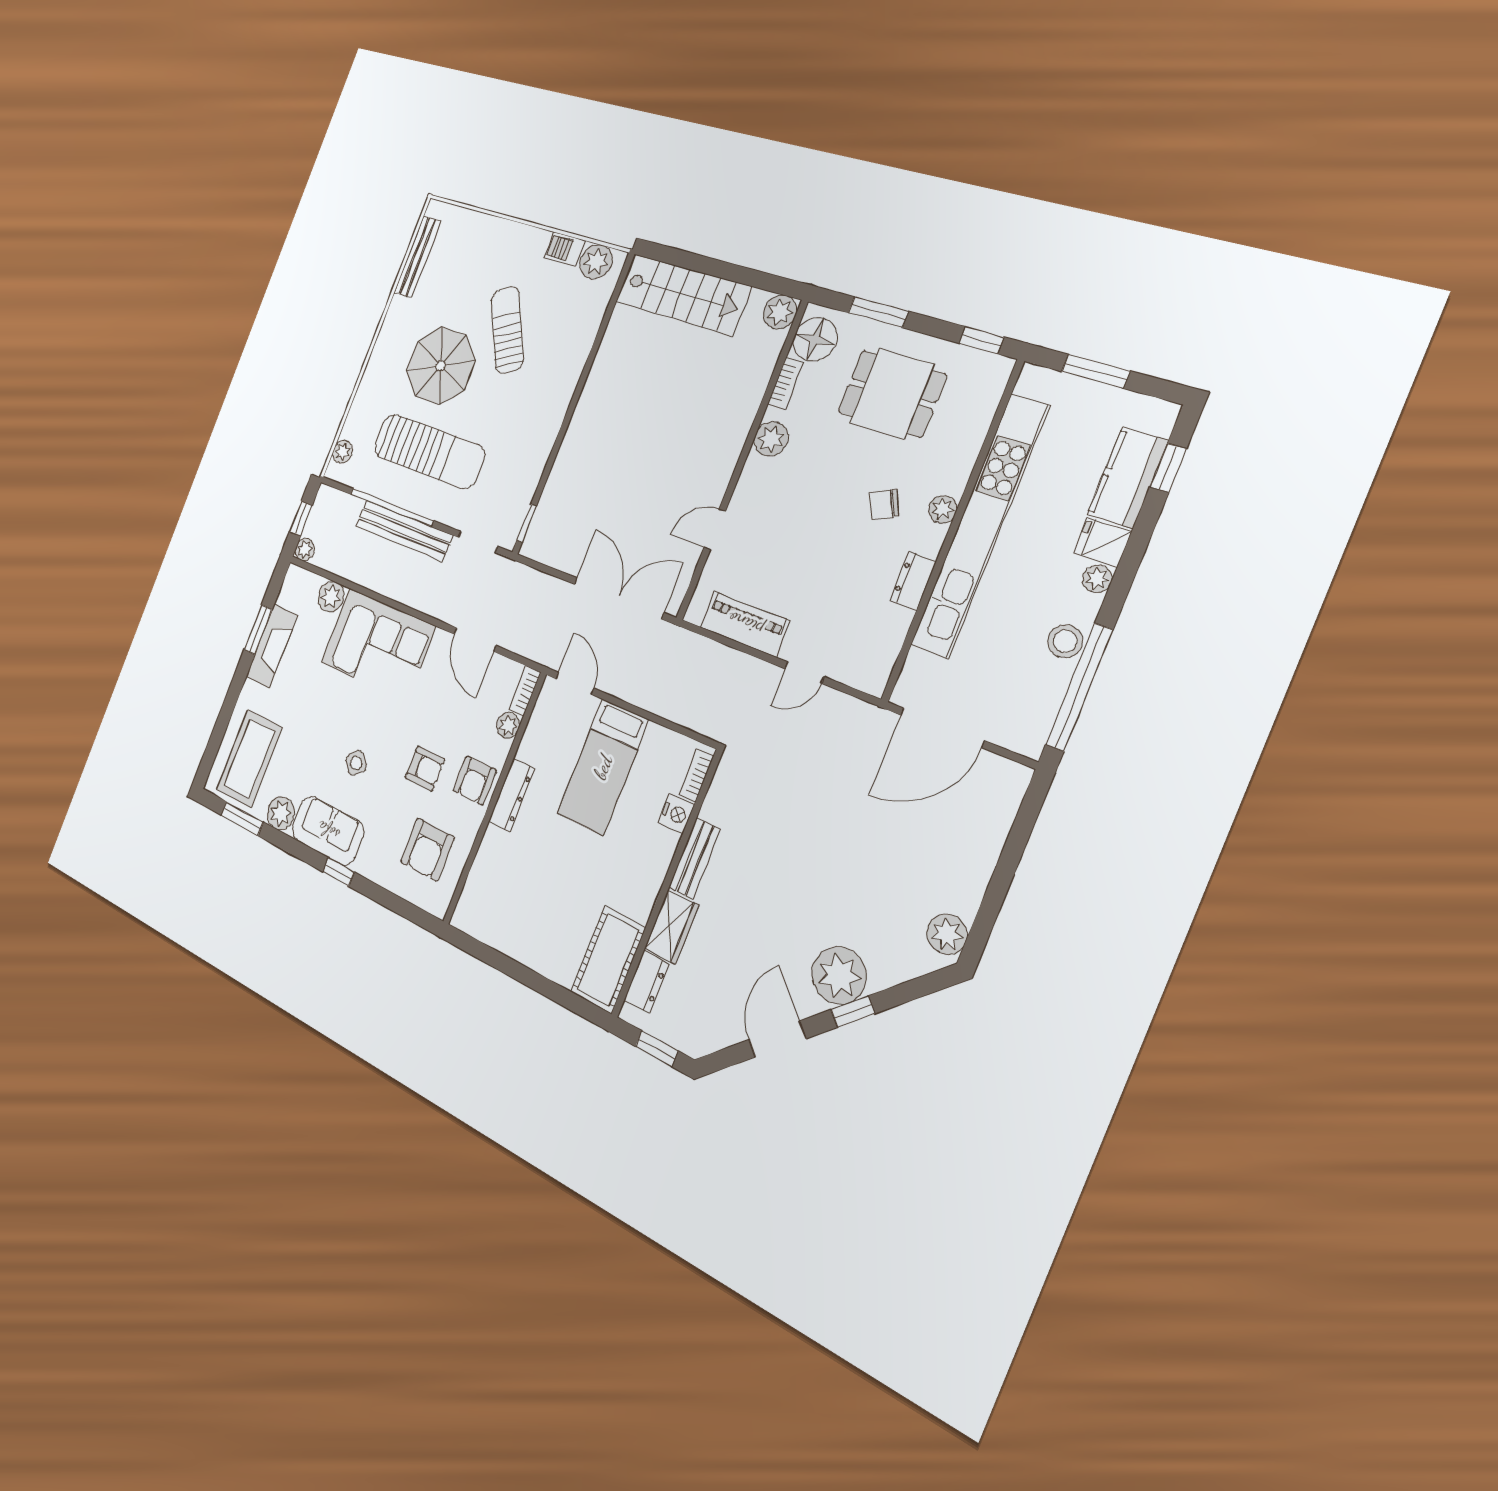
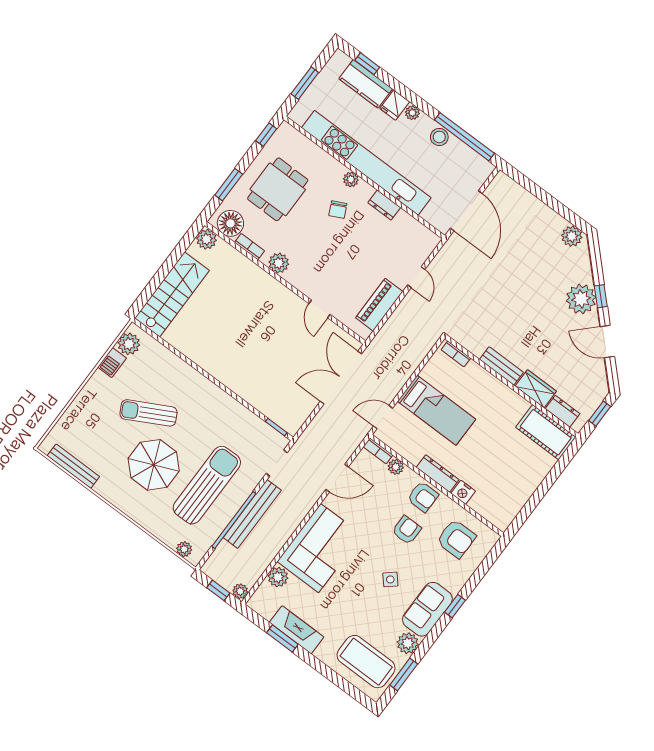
nightstand: (676, 814) -> (463, 492), moved, turned 180

